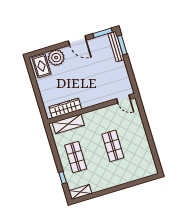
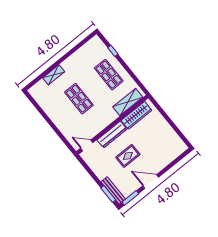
plant: (56, 58) -> (164, 158), removed
rug: (41, 66) -> (128, 156), moved, turned 90
dresser: (96, 99) -> (112, 135), added
shelving: (80, 192) -> (54, 75), moved

